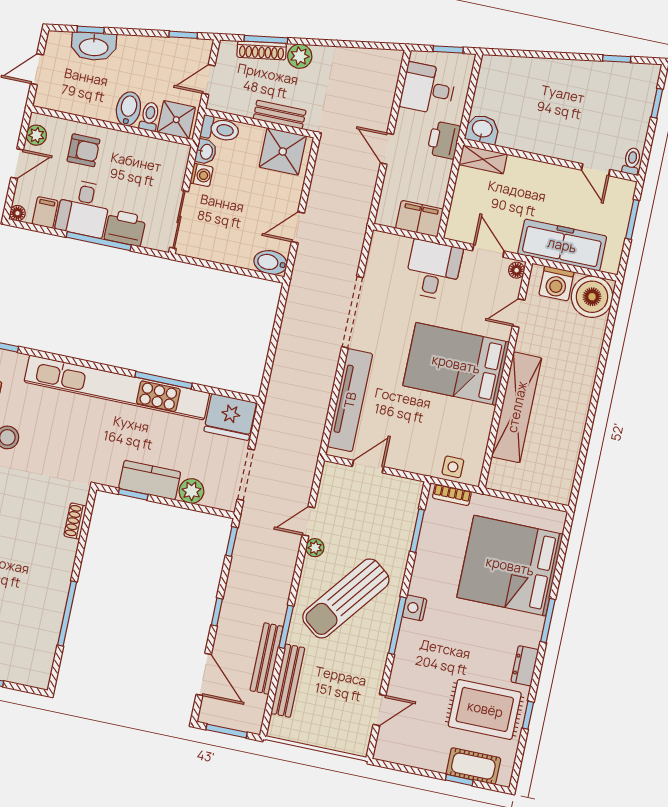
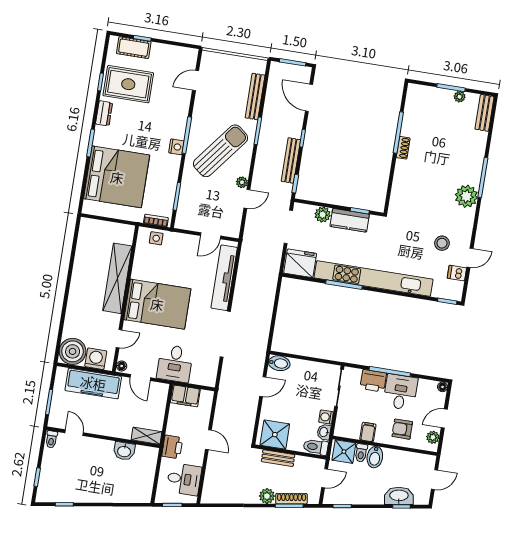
washbasin: (482, 129) -> (124, 451), moved
filing cabinet: (45, 212) -> (368, 432), moved, turned 180
shoe rack: (75, 521) -> (403, 148), moved
bench: (267, 658) -> (291, 160), moved

